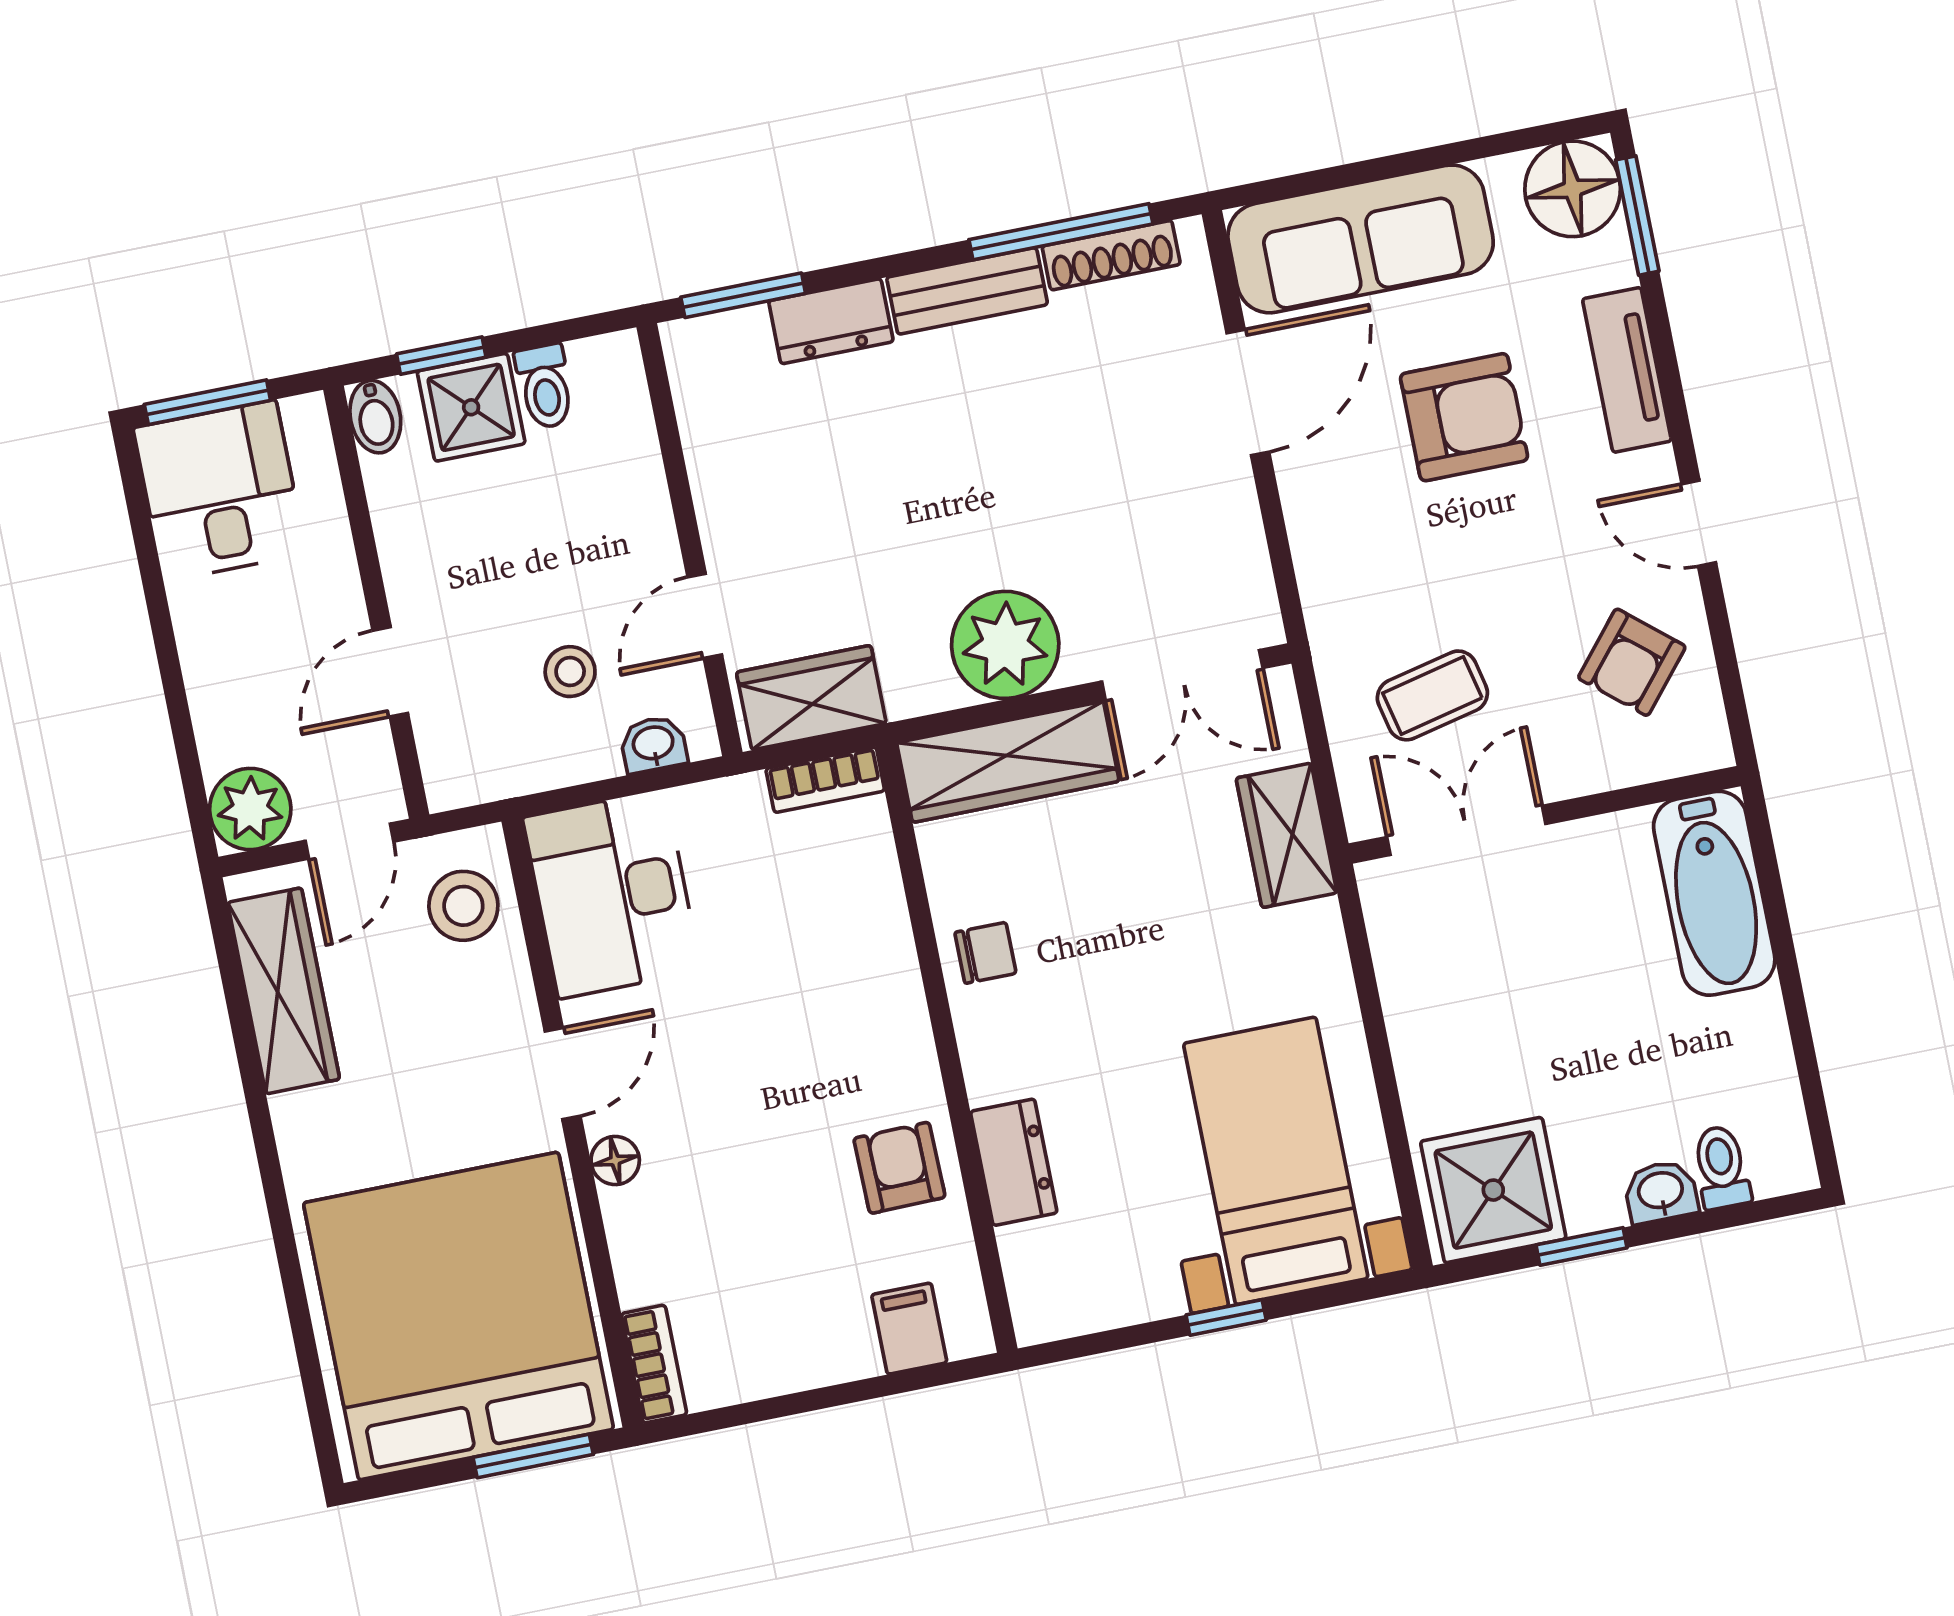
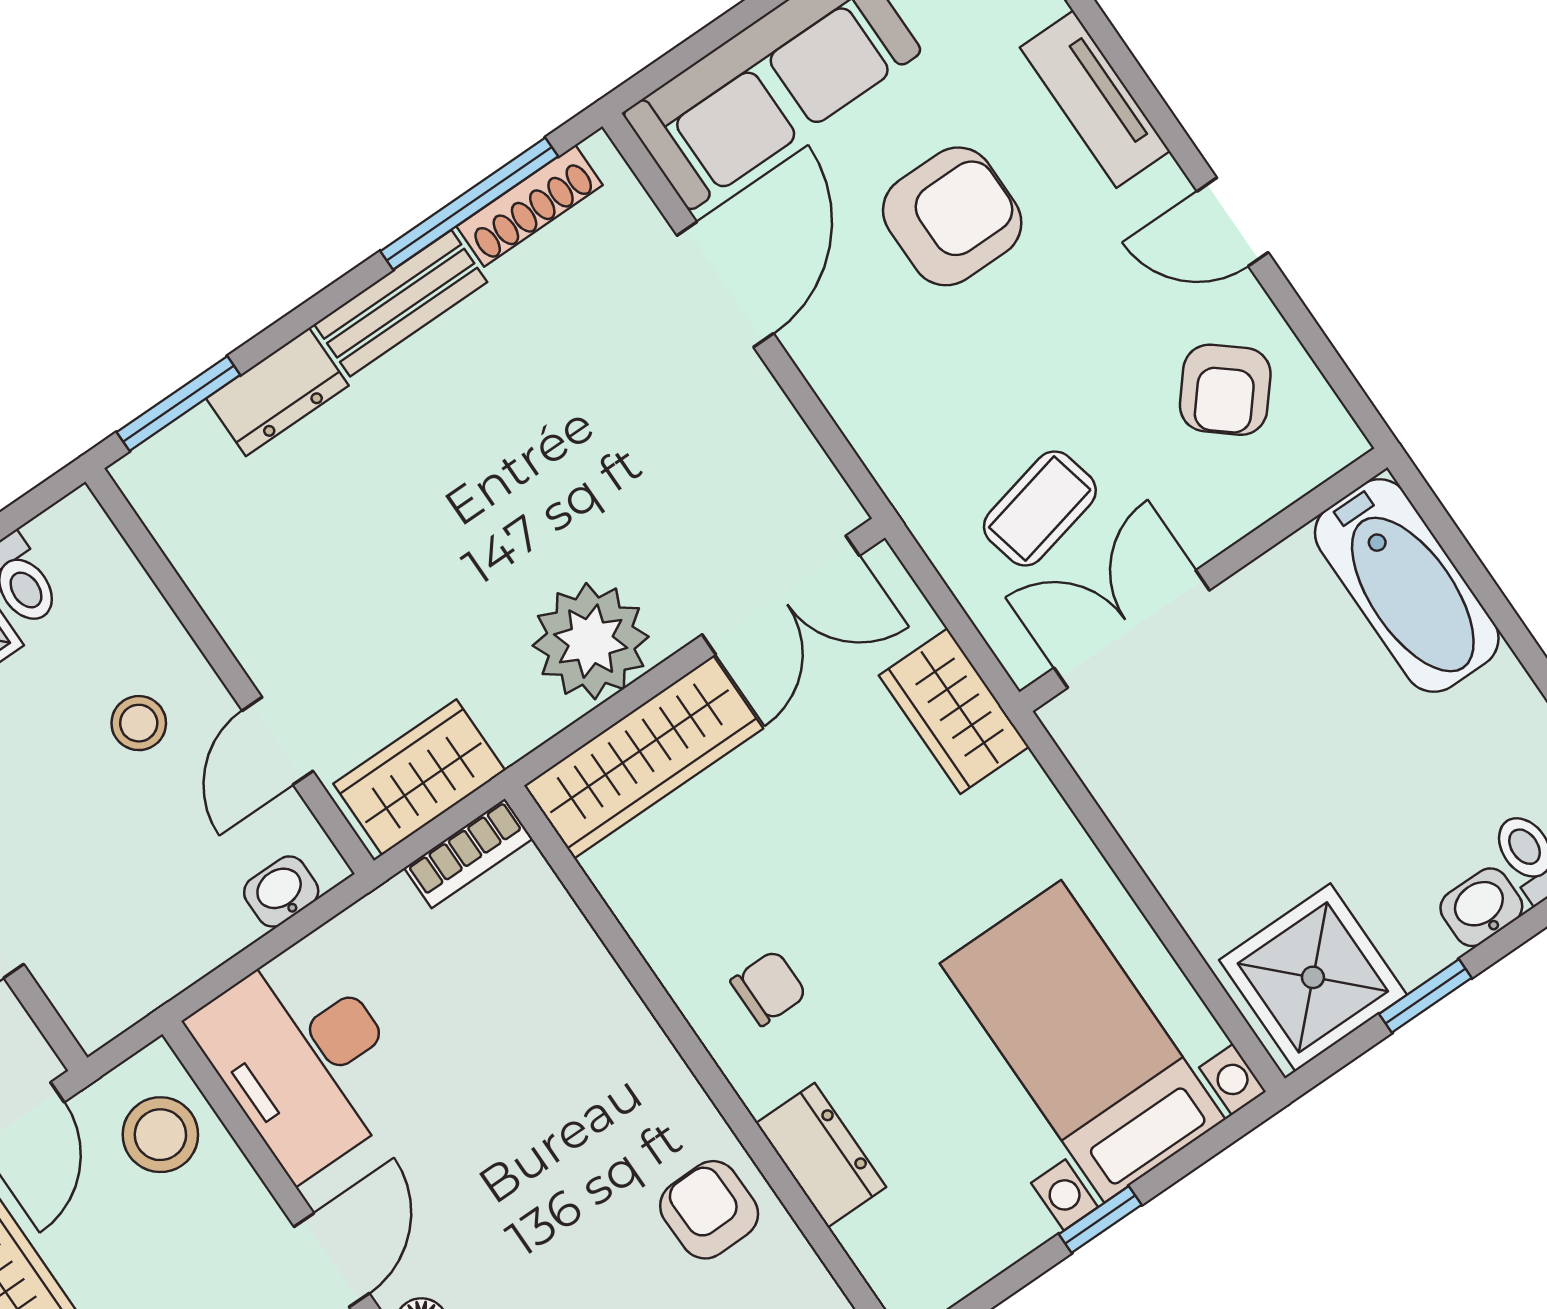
stool: (570, 672) -> (139, 723), moved
chair: (985, 953) -> (769, 988), moved

